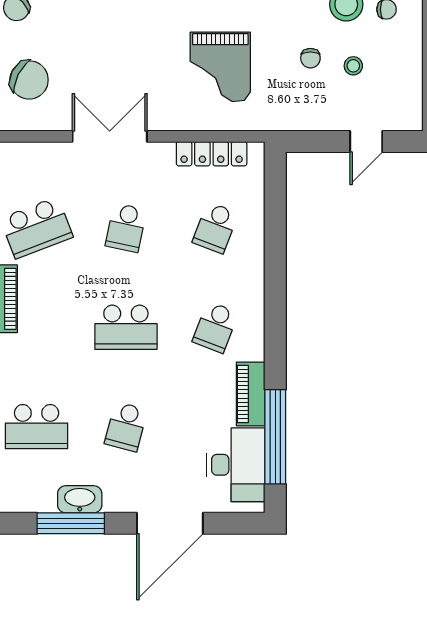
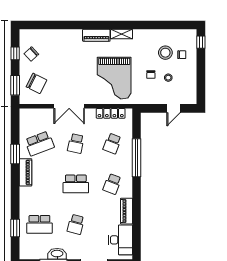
grand piano: (220, 67) -> (114, 78), width x1.37, depth x1.48
double door: (110, 136) -> (69, 106), swing flipped
window: (275, 437) -> (137, 158), moved

